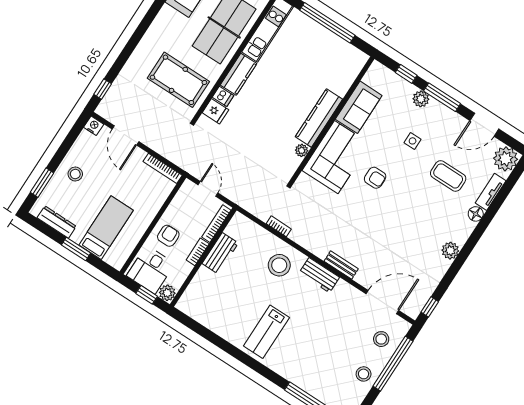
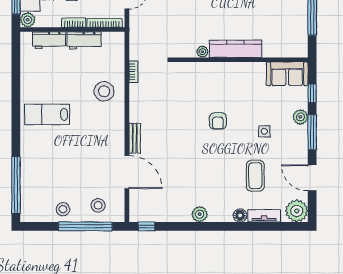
sofa: (359, 107) -> (287, 74), moved
corner sofa: (336, 157) -> (214, 81), removed
workbench: (319, 275) -> (49, 40), moved, turned -90
door: (382, 302) -> (127, 172), moved

